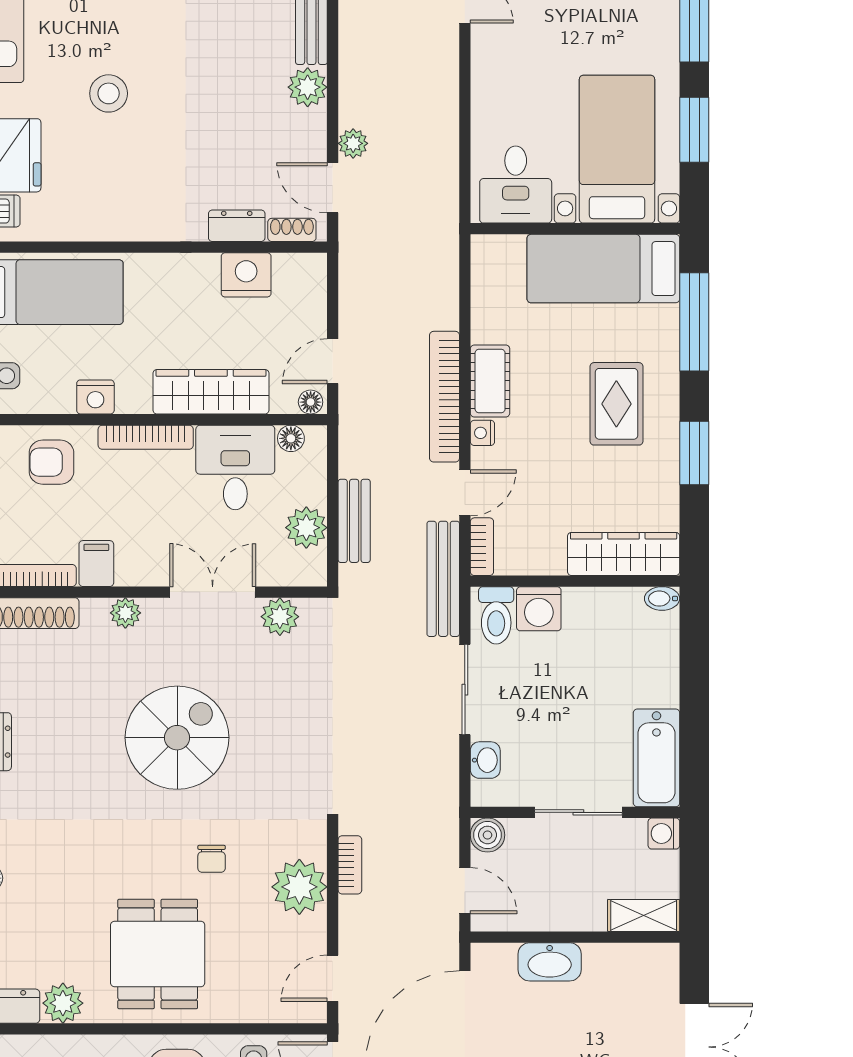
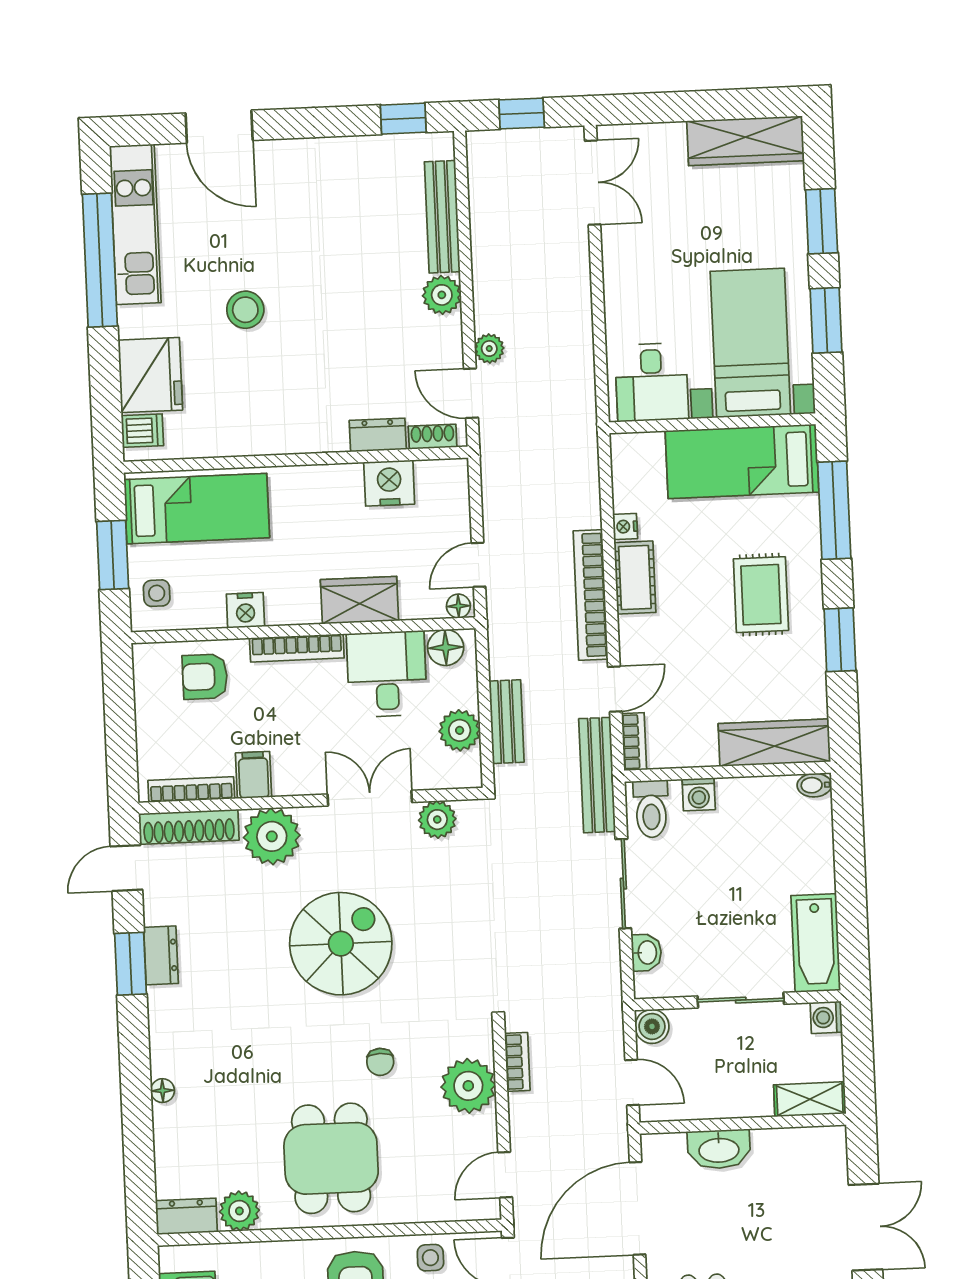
wardrobe: (211, 392) -> (359, 600), width x0.67
nightstand: (482, 433) -> (625, 527), moved
floor lamp: (291, 438) -> (446, 648), width x1.37, depth x1.37
washing machine: (539, 609) -> (699, 794), width x0.73, depth x0.73
plant: (125, 613) -> (272, 836), width x1.87, depth x1.87

